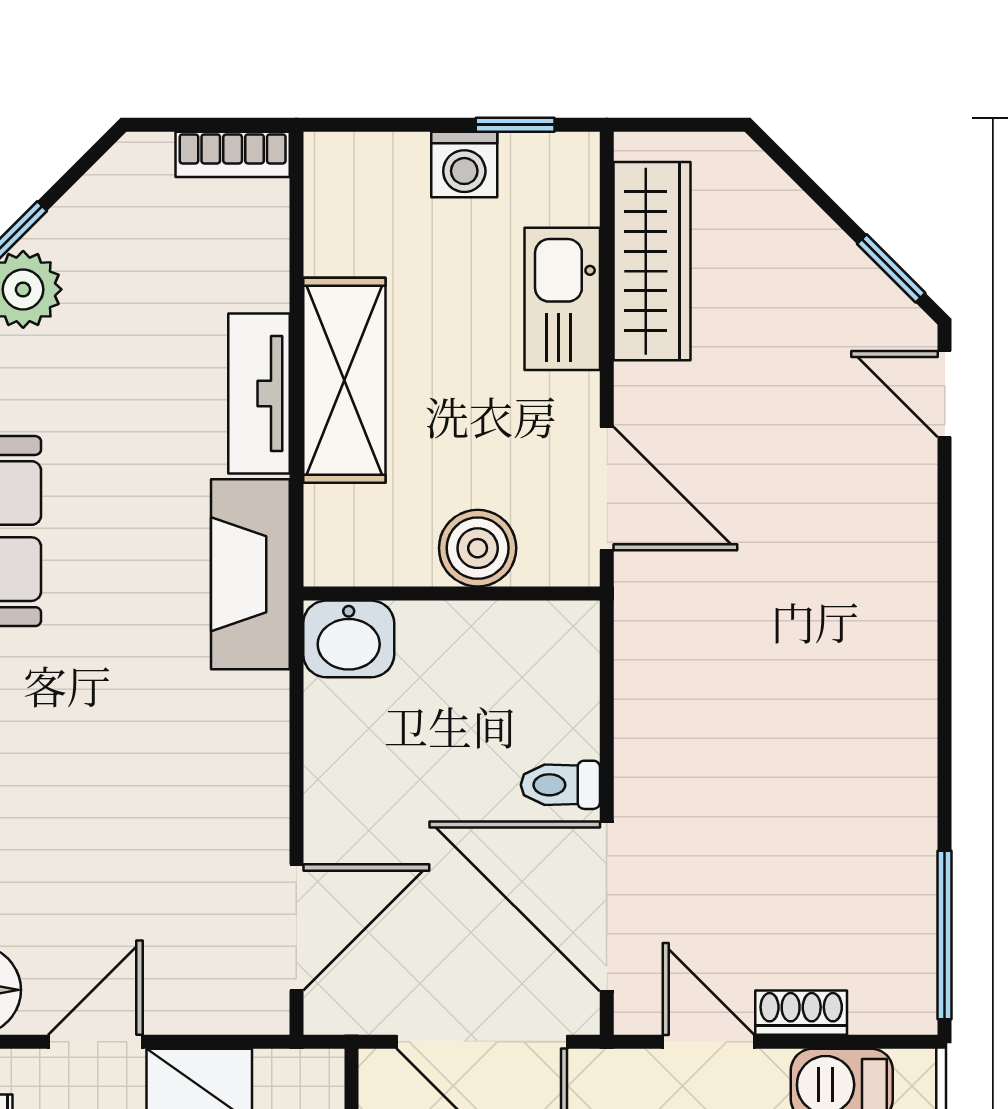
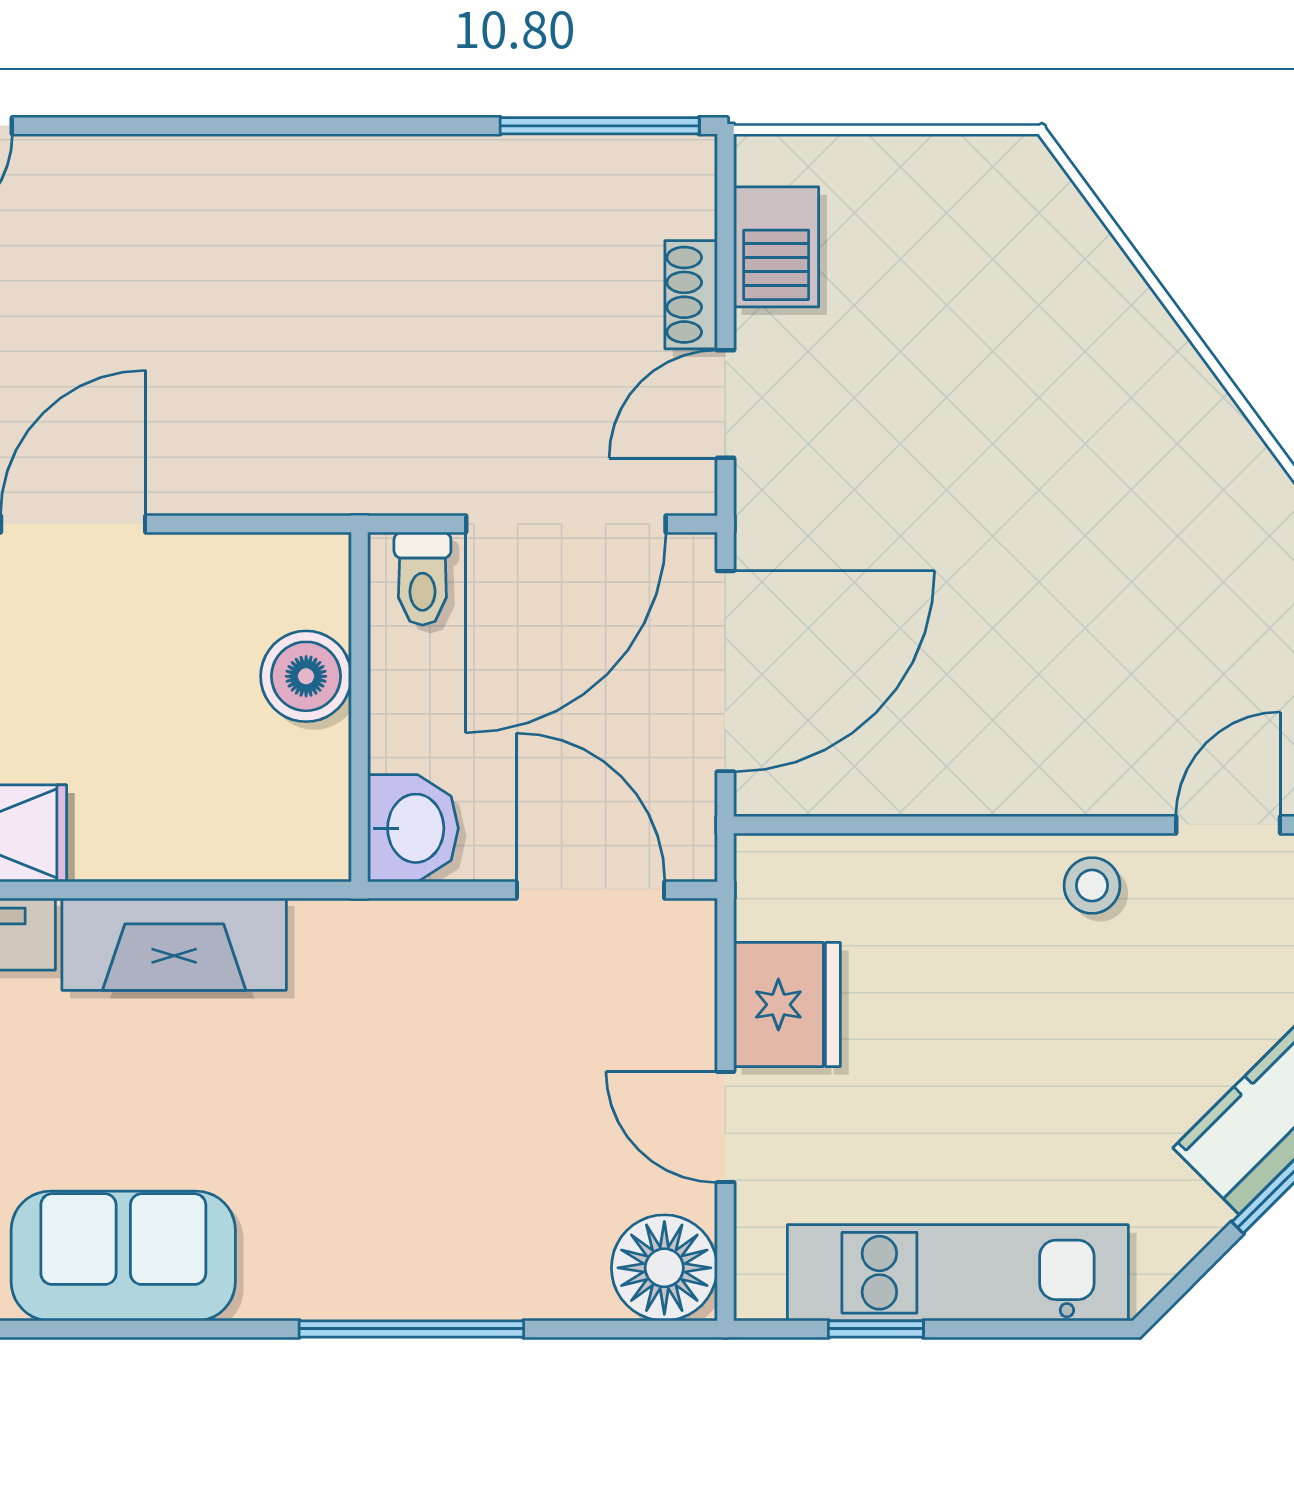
boiler: (478, 548) -> (306, 676), moved
wall: (452, 594) -> (360, 707), moved
washbasin: (349, 639) -> (413, 828), moved

